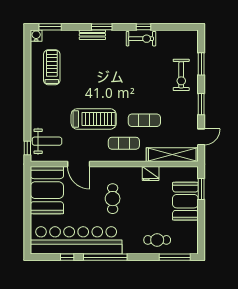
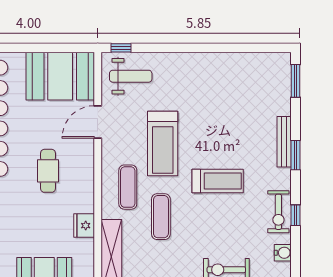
bench: (92, 35) -> (284, 142), width x1.36
water cooler: (36, 36) -> (283, 253), moved
treadmill: (52, 67) -> (218, 181), moved
weight bench: (47, 141) -> (131, 76), turned -90
cafe table: (113, 199) -> (48, 171), turned 90

